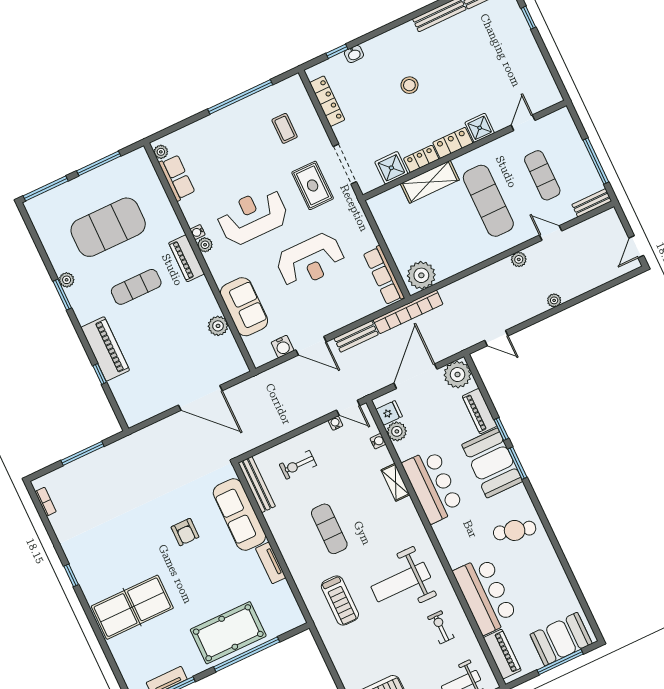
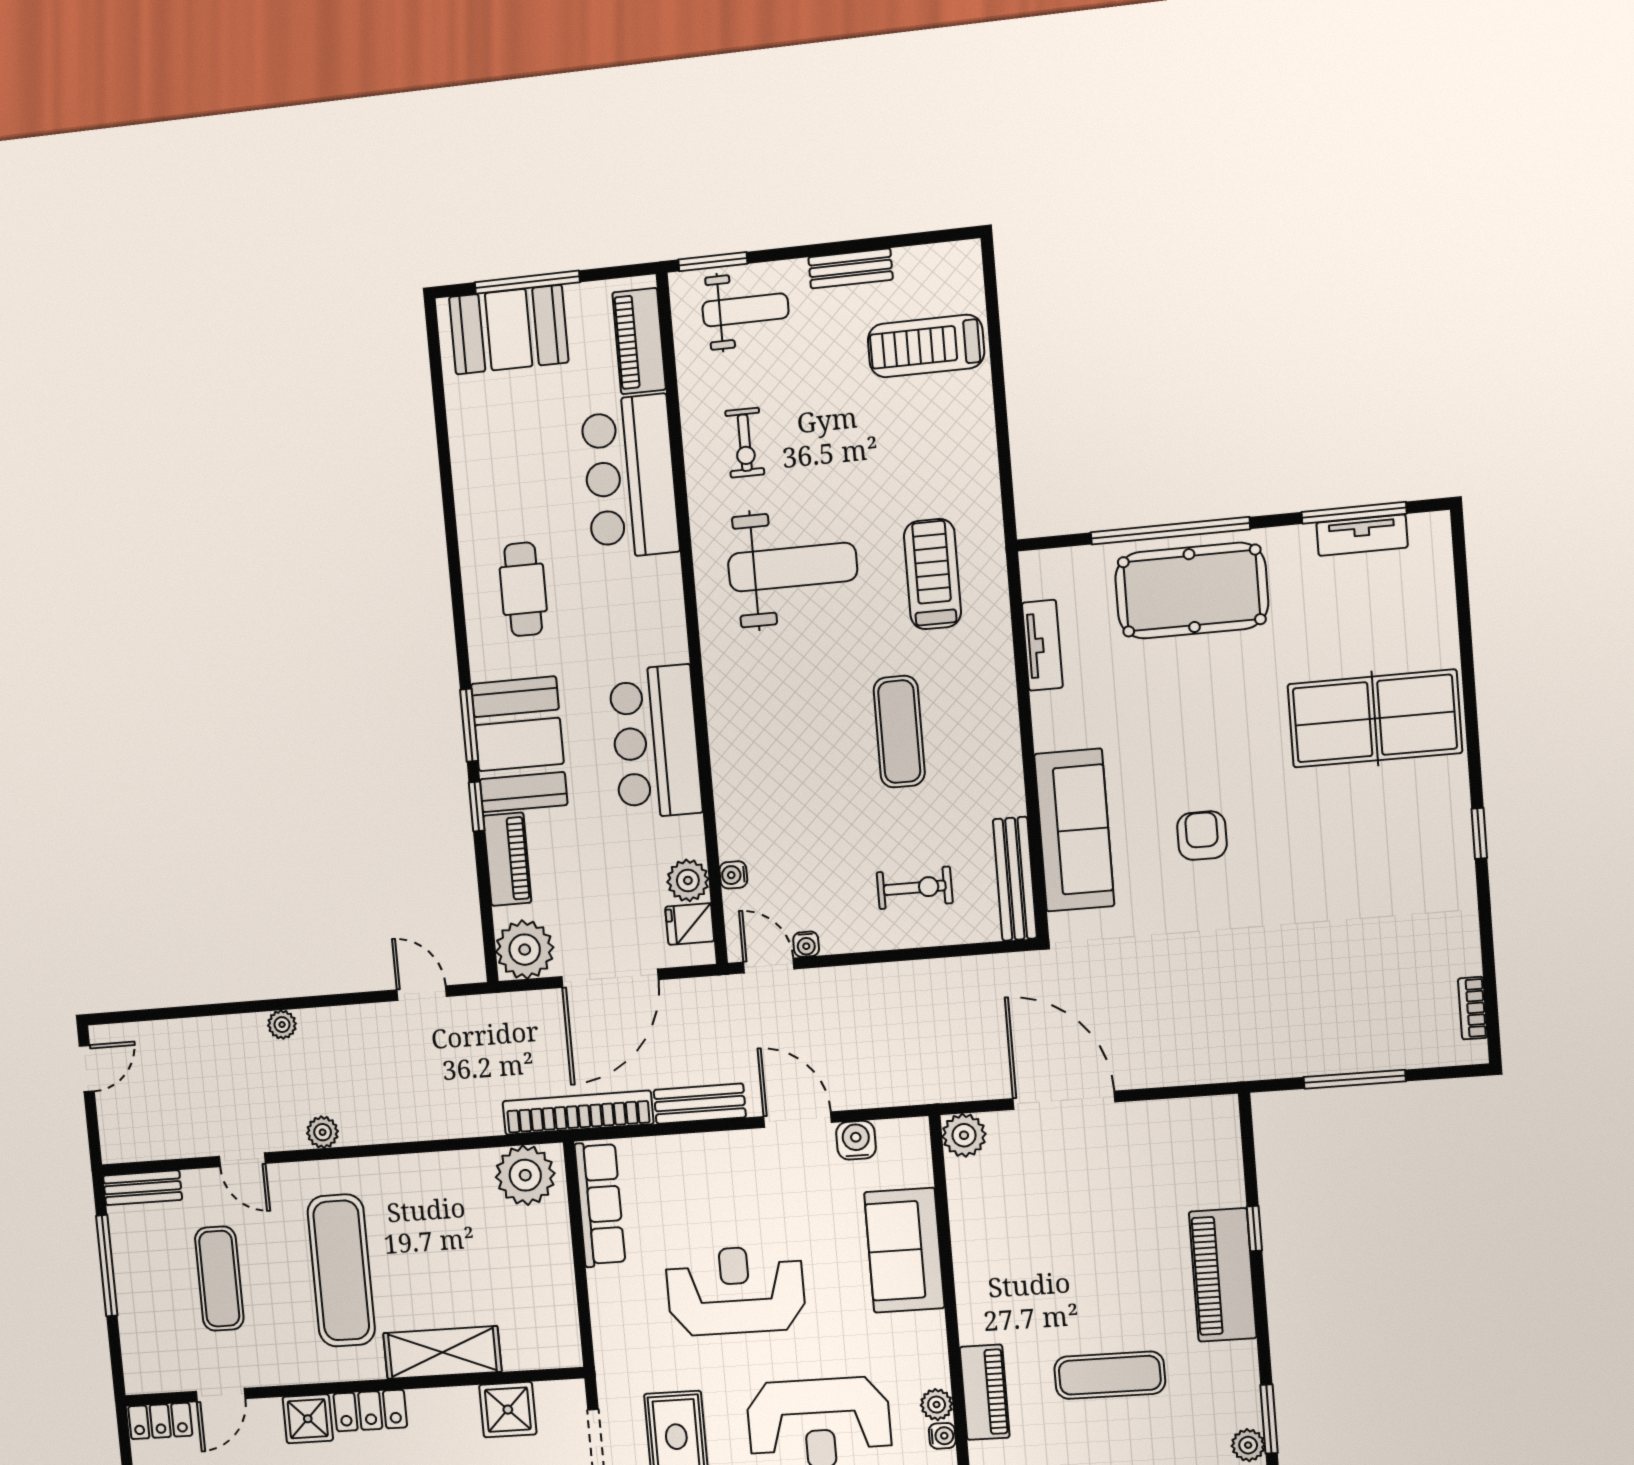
locker: (421, 159) -> (160, 1421), moved
plant: (218, 326) -> (964, 1135), moved
shelving: (395, 482) -> (729, 777), removed
cafe table: (515, 530) -> (523, 589), turned 74
tv unit: (271, 563) -> (1042, 645), moved

